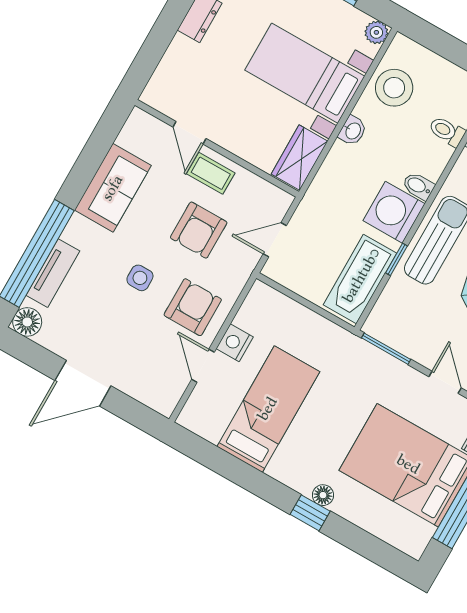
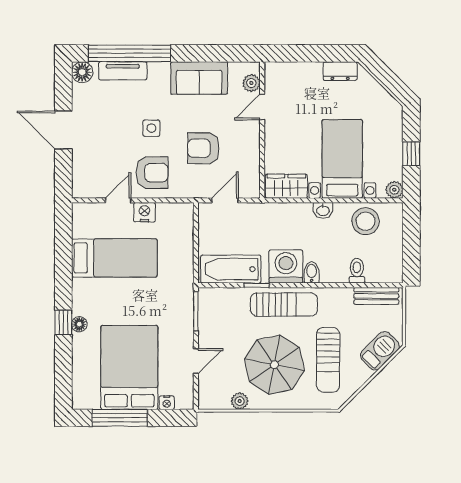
plant: (154, 129) -> (251, 83), added
coffee table: (211, 173) -> (244, 135), removed
door: (275, 240) -> (225, 200), hinge flipped

